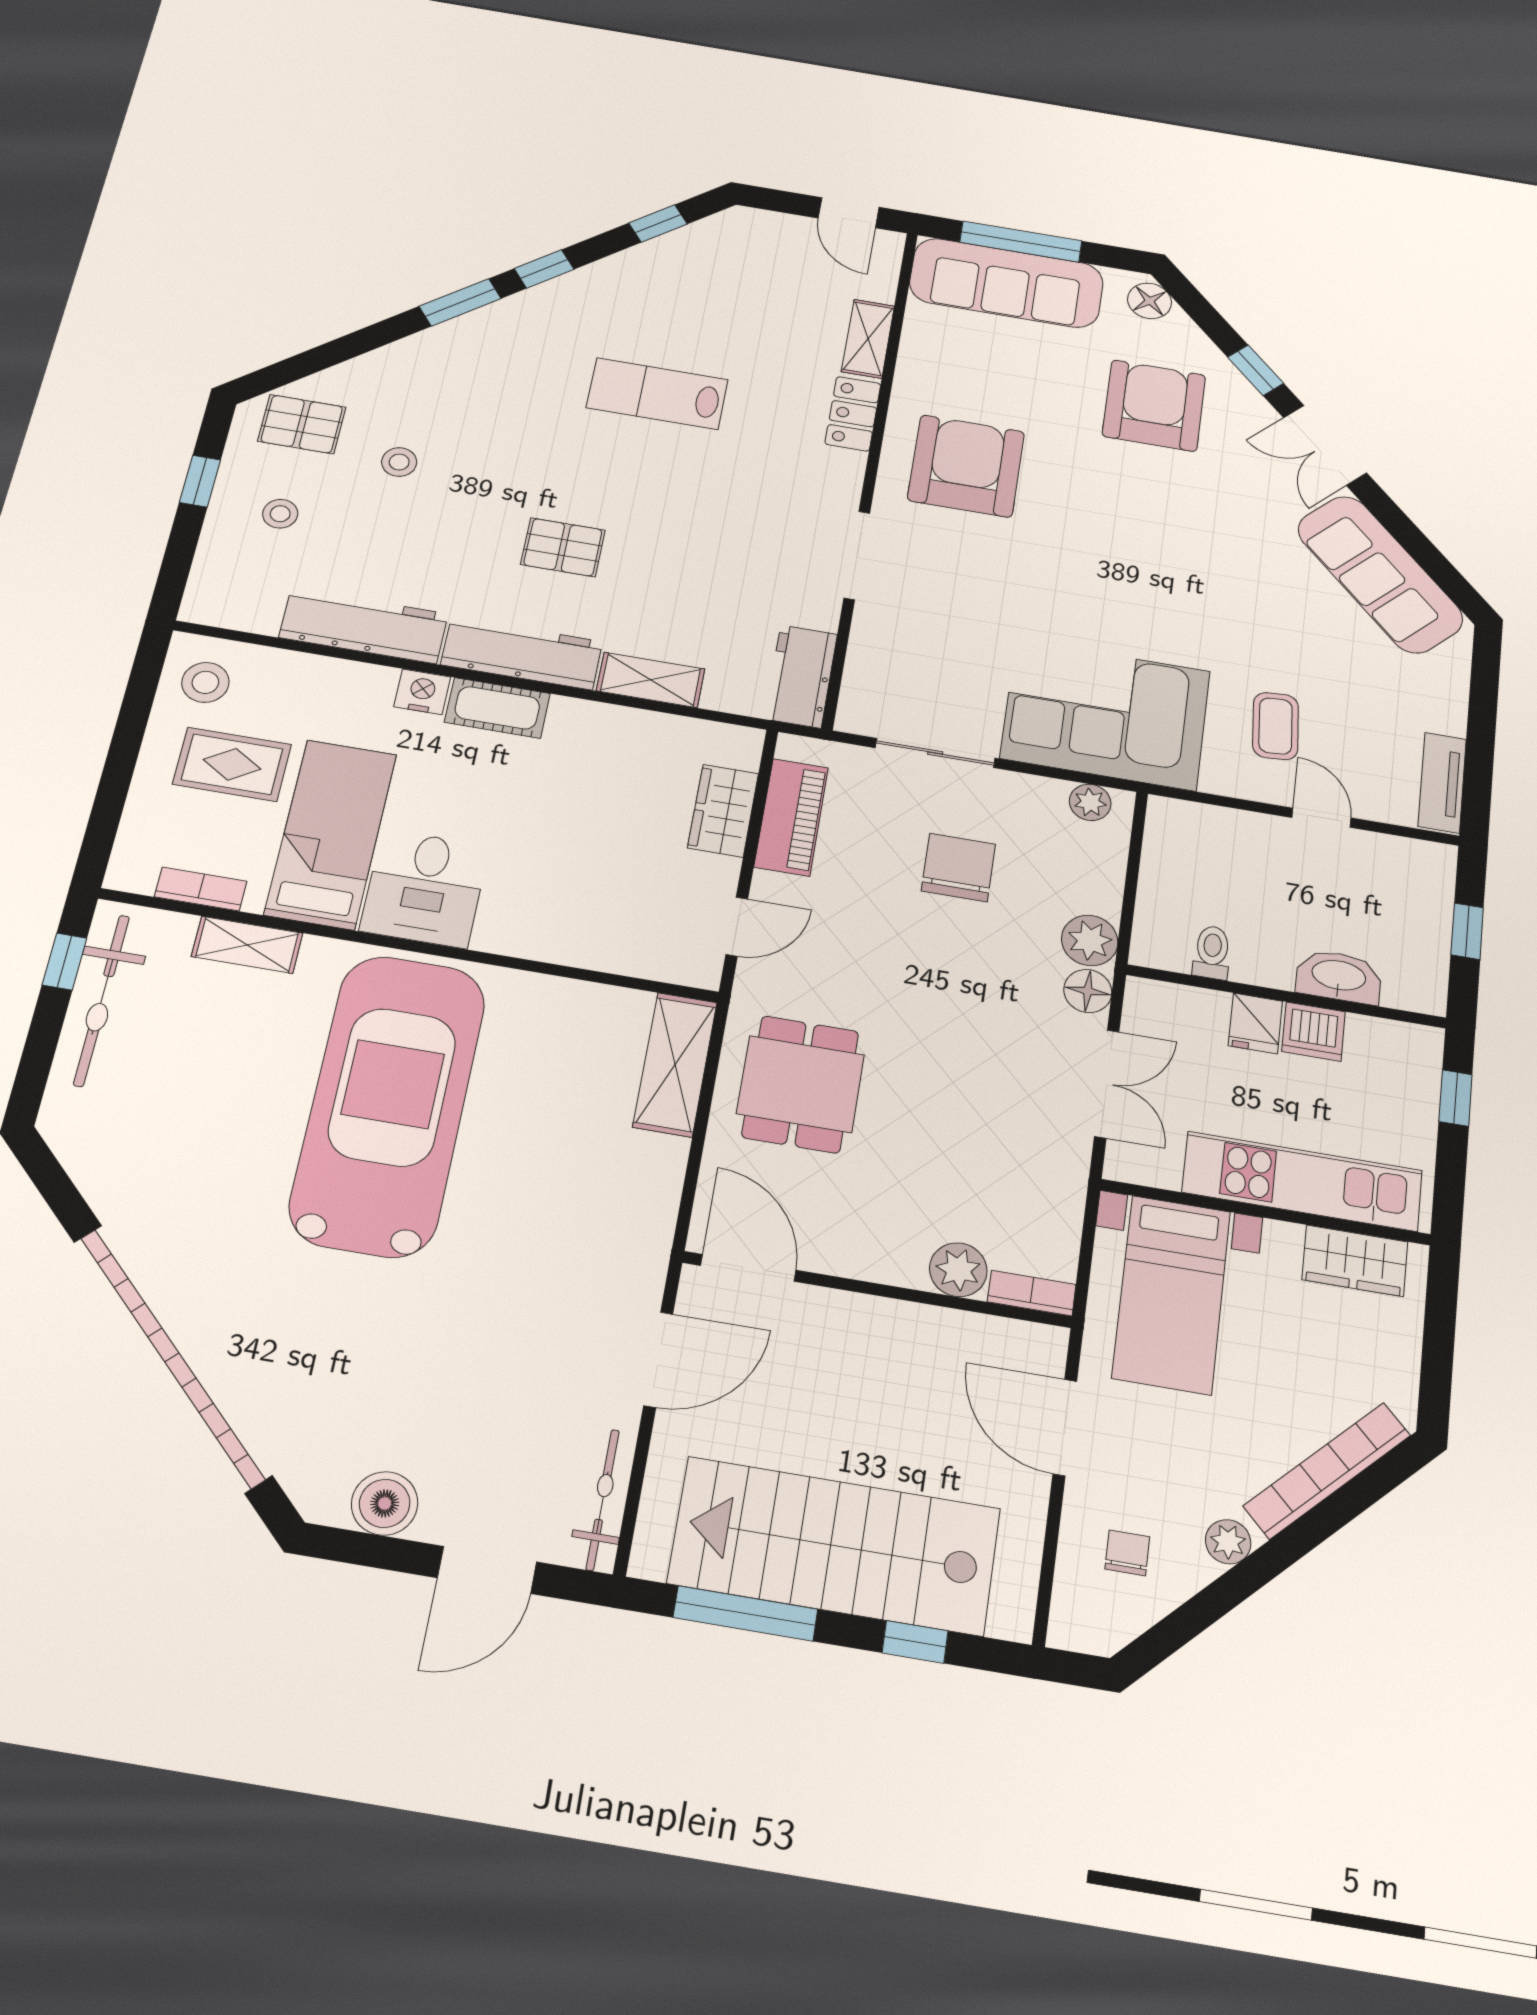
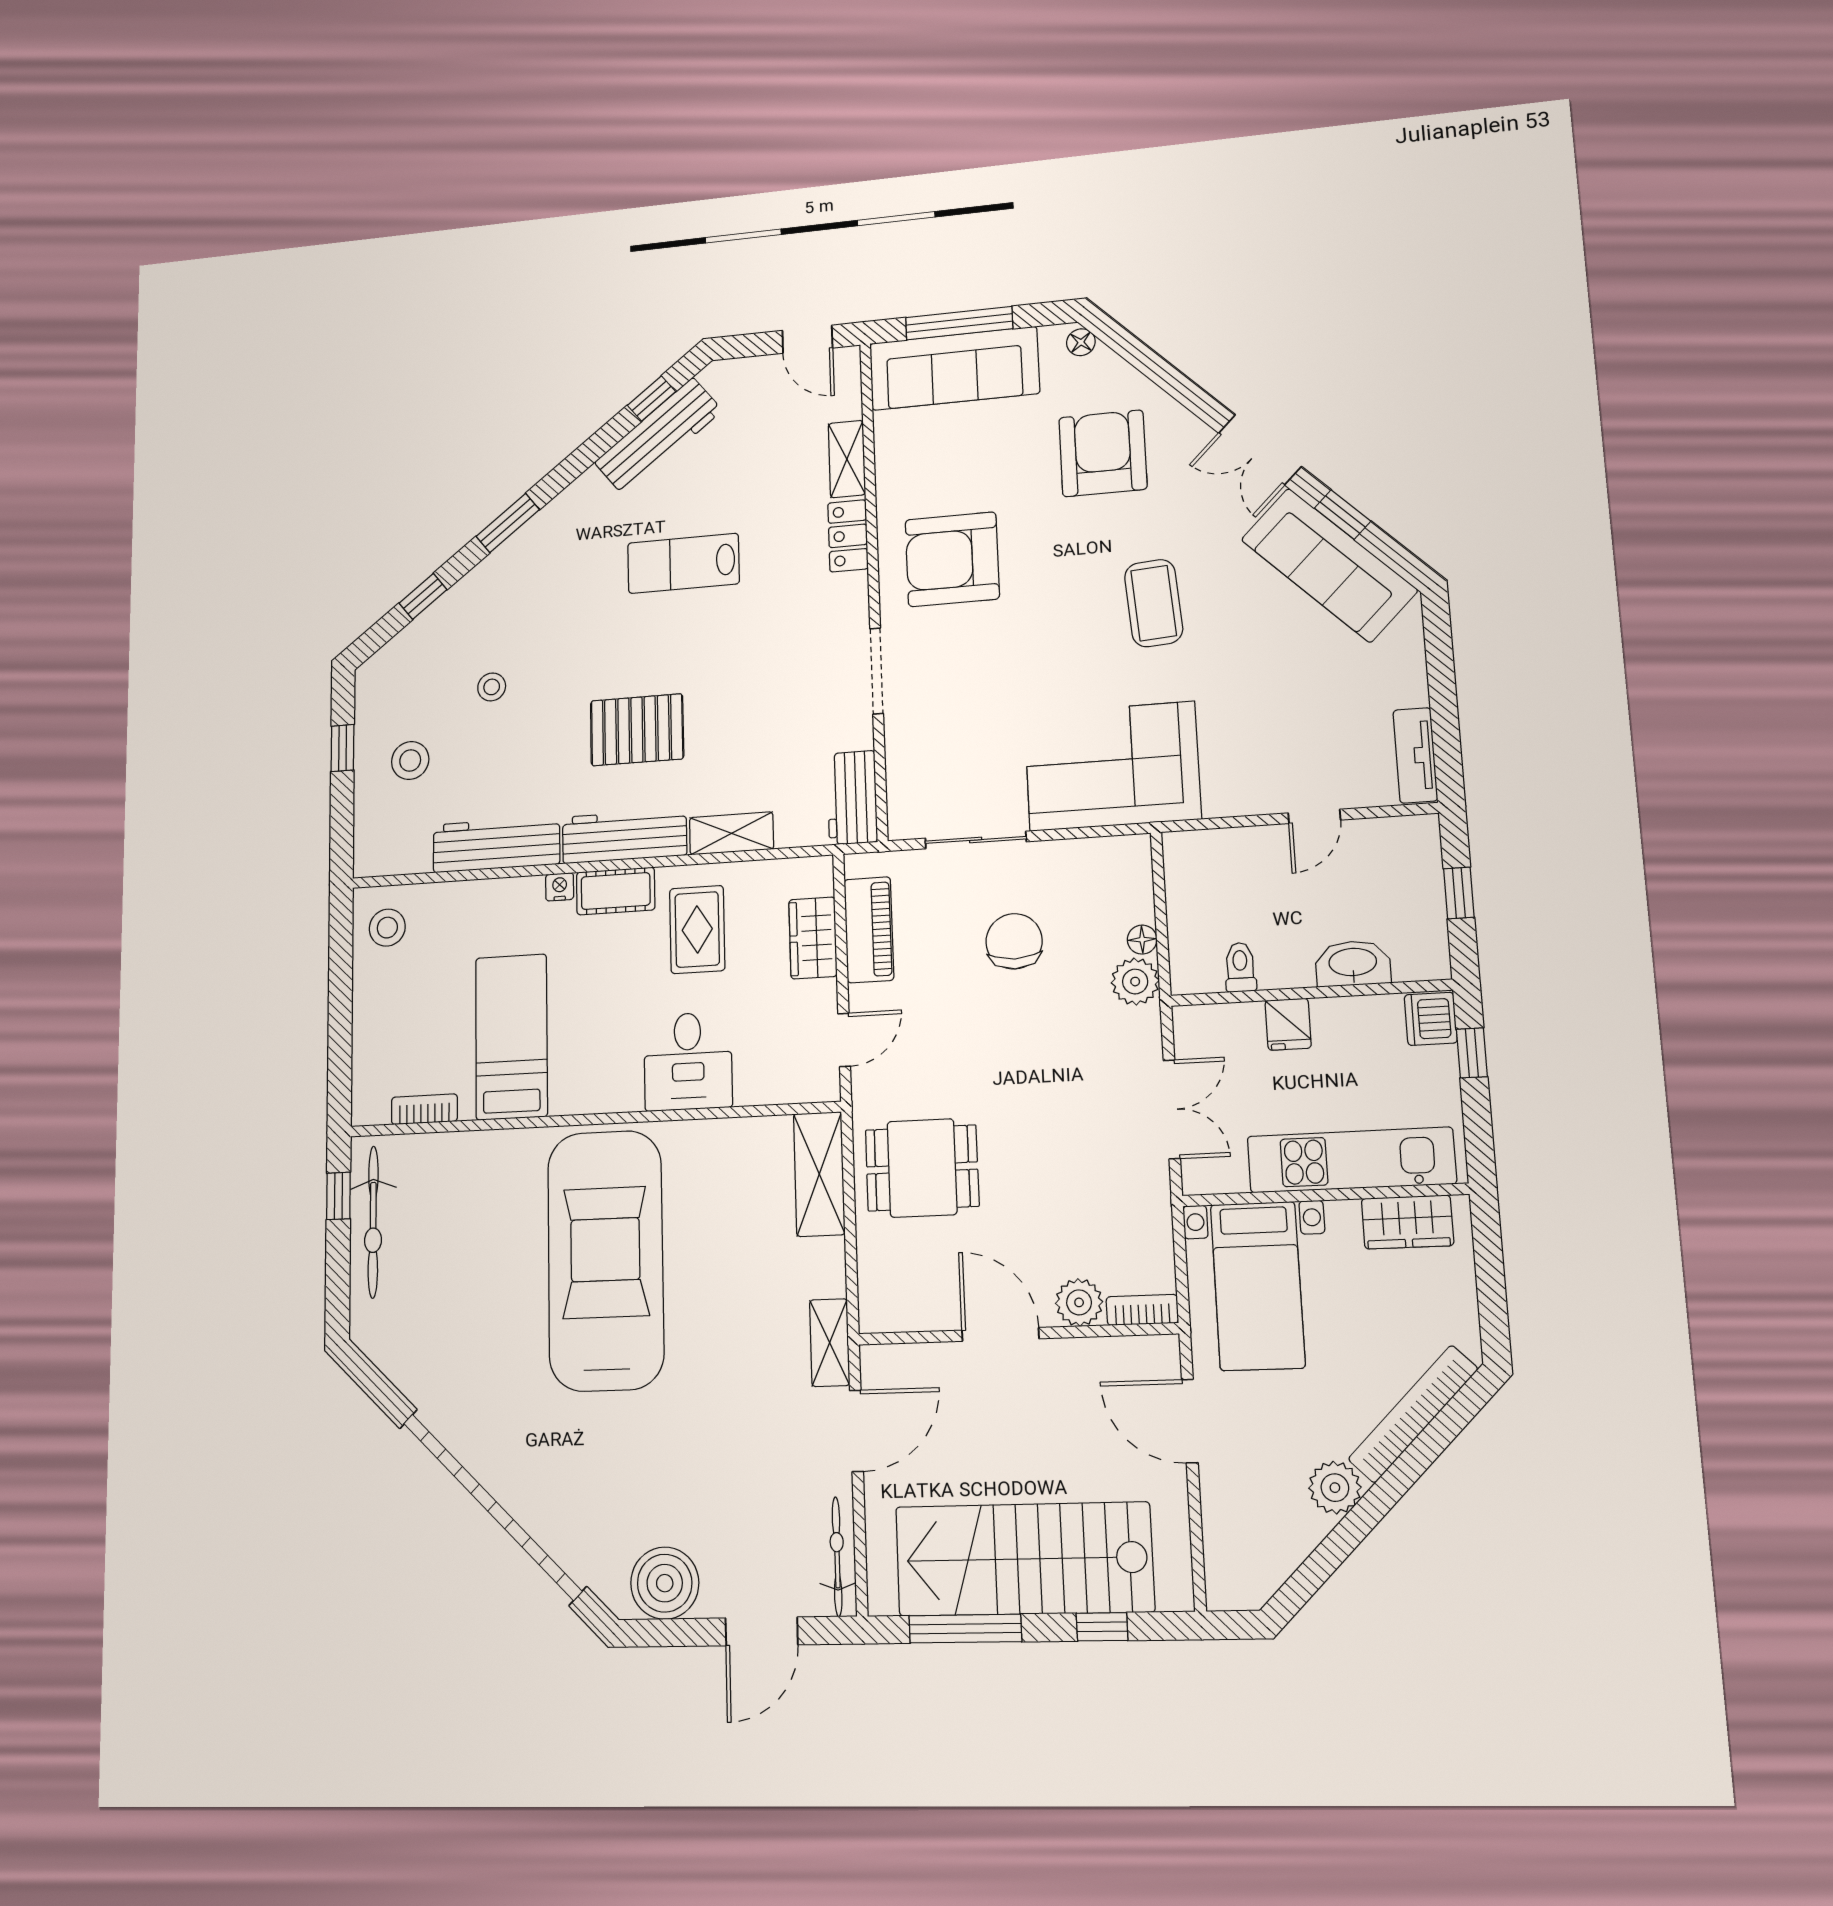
workbench: (657, 262) -> (658, 436), added
window: (544, 269) -> (423, 596), moved
floor lamp: (1150, 301) -> (1081, 342), width x0.73, depth x0.73
window: (1256, 370) -> (1343, 515), moved
pallet: (302, 424) -> (409, 674), removed
armchair: (966, 466) -> (952, 559), turned -90
stool: (280, 514) -> (410, 760), width x1.37, depth x1.37
pallet: (563, 547) -> (637, 730), width x1.50, depth x1.42
nightstand: (422, 692) -> (560, 887), width x0.72, depth x0.74
coffee table: (1276, 726) -> (1154, 603), moved, width x1.36, depth x1.30
rug: (232, 764) -> (697, 930), moved, turned 90
plant: (1090, 802) -> (1113, 853), removed
door: (1322, 818) -> (1314, 816), swing flipped
desk: (425, 888) -> (688, 1061), moved
shelving: (247, 945) -> (830, 1343), moved, turned 90
floor lamp: (1088, 991) -> (1142, 940), moved, width x0.73, depth x0.73
dishwasher: (1314, 1032) -> (1431, 1019), moved, turned 90
dining table: (800, 1084) -> (922, 1168), turned 90
door: (748, 1268) -> (1000, 1334), moved
boiler: (385, 1503) -> (665, 1583), width x1.37, depth x1.37
plant: (1228, 1542) -> (1335, 1488), width x1.38, depth x1.38
chair: (1127, 1553) -> (1259, 1519), removed

